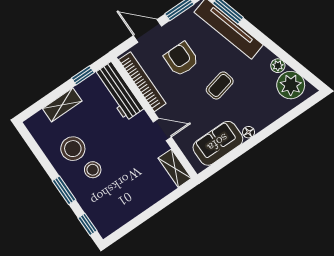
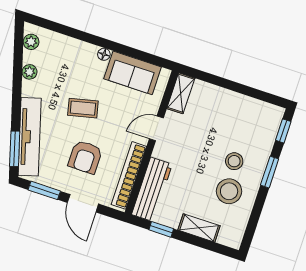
plant: (291, 85) -> (31, 42), width x0.53, depth x0.53
door: (162, 129) -> (156, 128), hinge flipped

